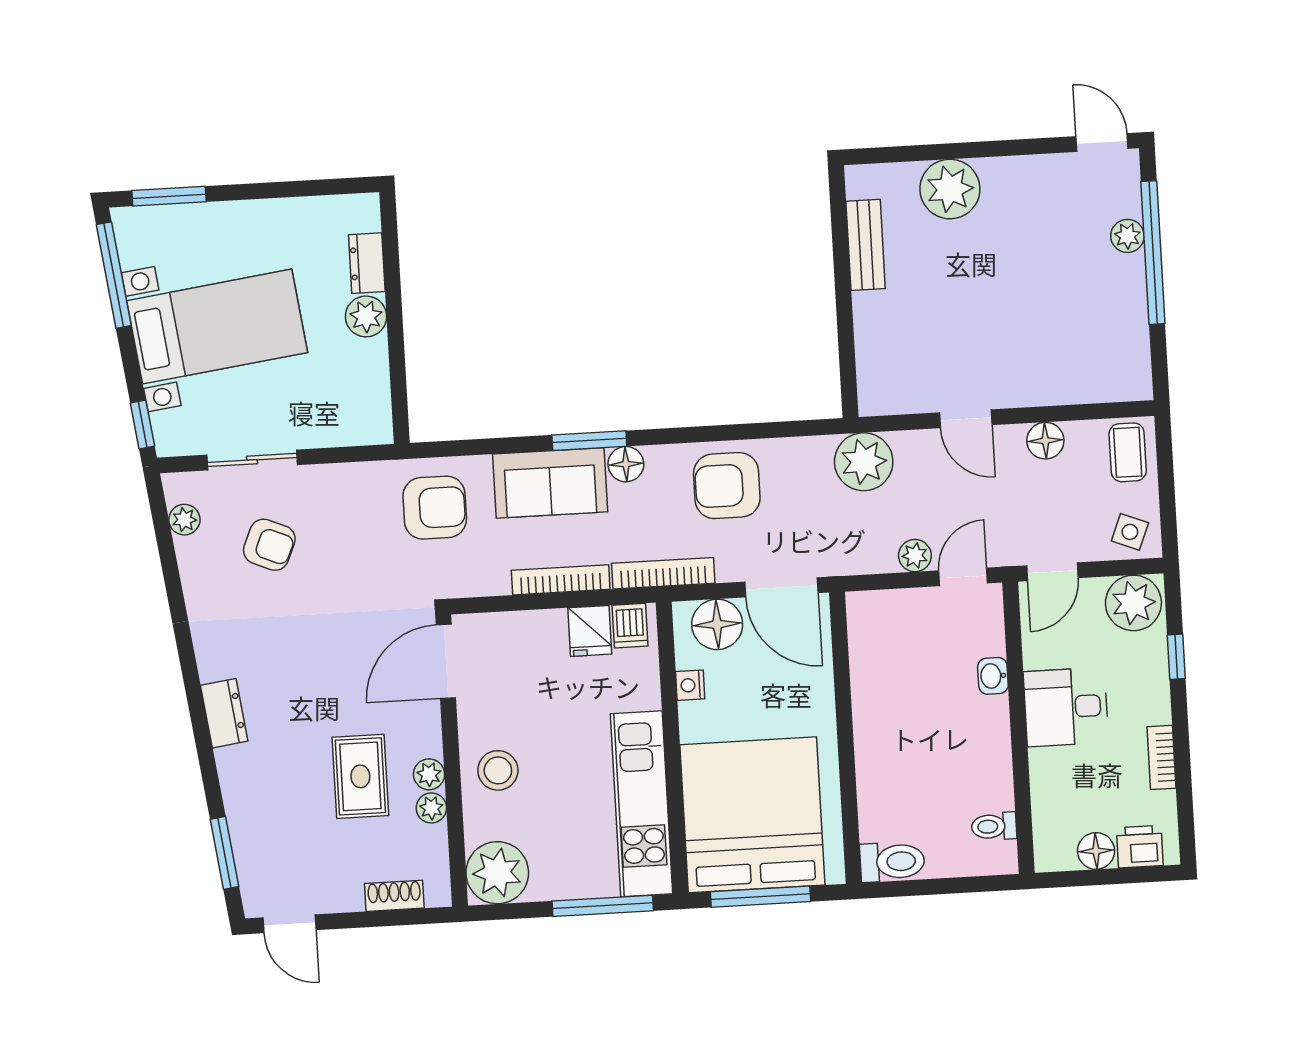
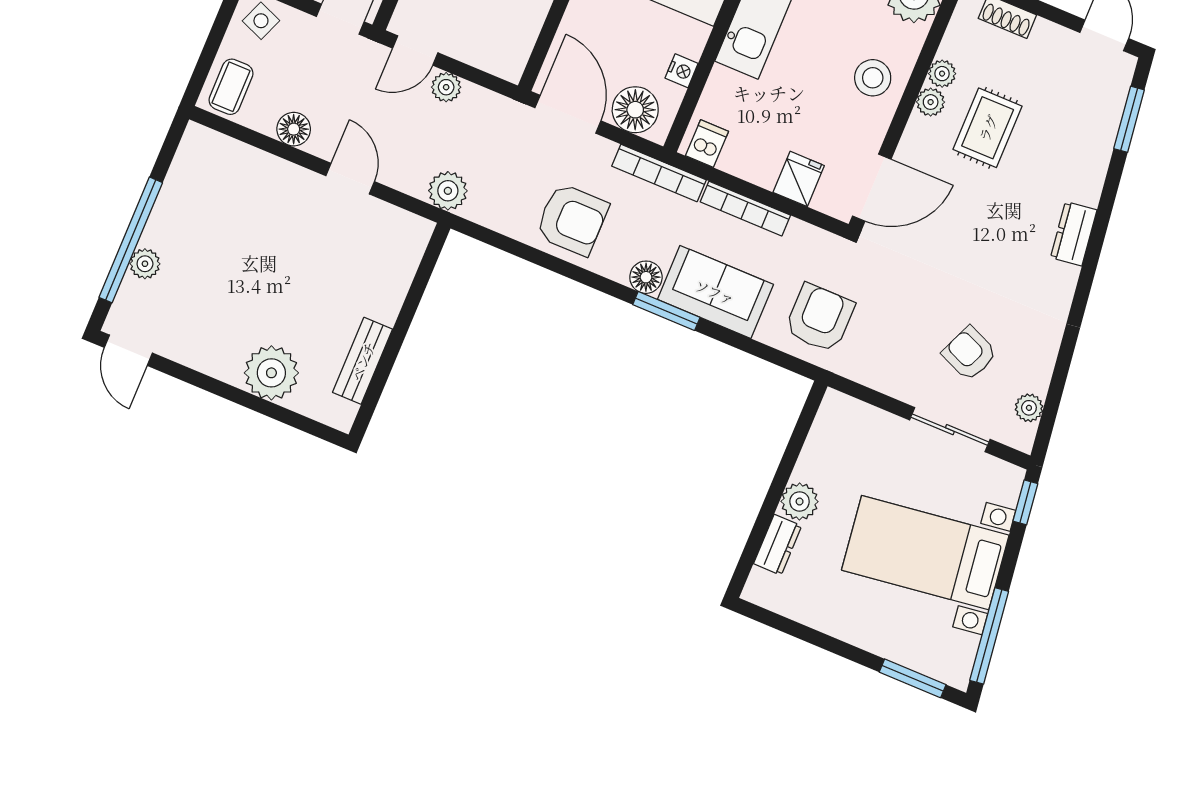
plant: (864, 462) -> (448, 191), width x0.73, depth x0.73
armchair: (435, 508) -> (820, 318), turned 90
fridge: (590, 631) -> (799, 179), moved

